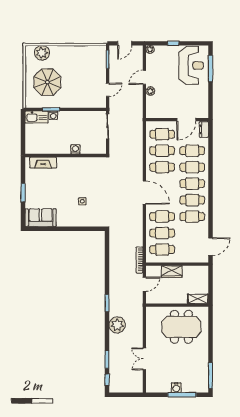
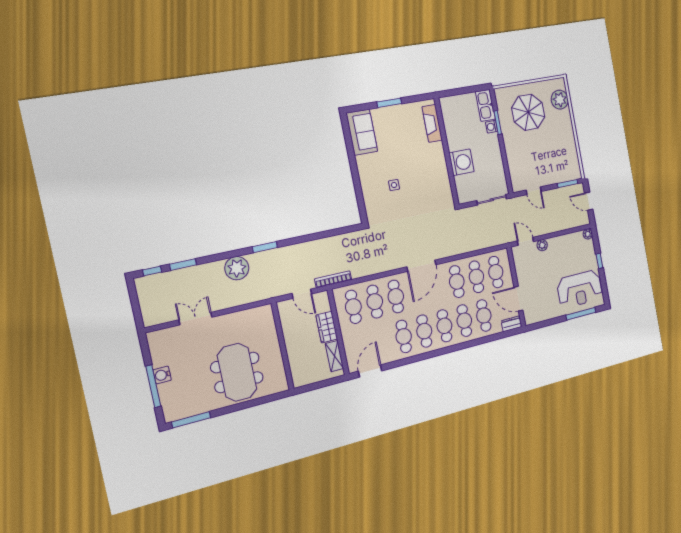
door: (144, 77) -> (526, 241), moved
washing machine: (75, 149) -> (462, 162), width x1.89, depth x1.89
door: (210, 247) -> (370, 371), swing flipped
shelving: (198, 299) -> (334, 356), moved
meeting table: (181, 327) -> (237, 372), moved

